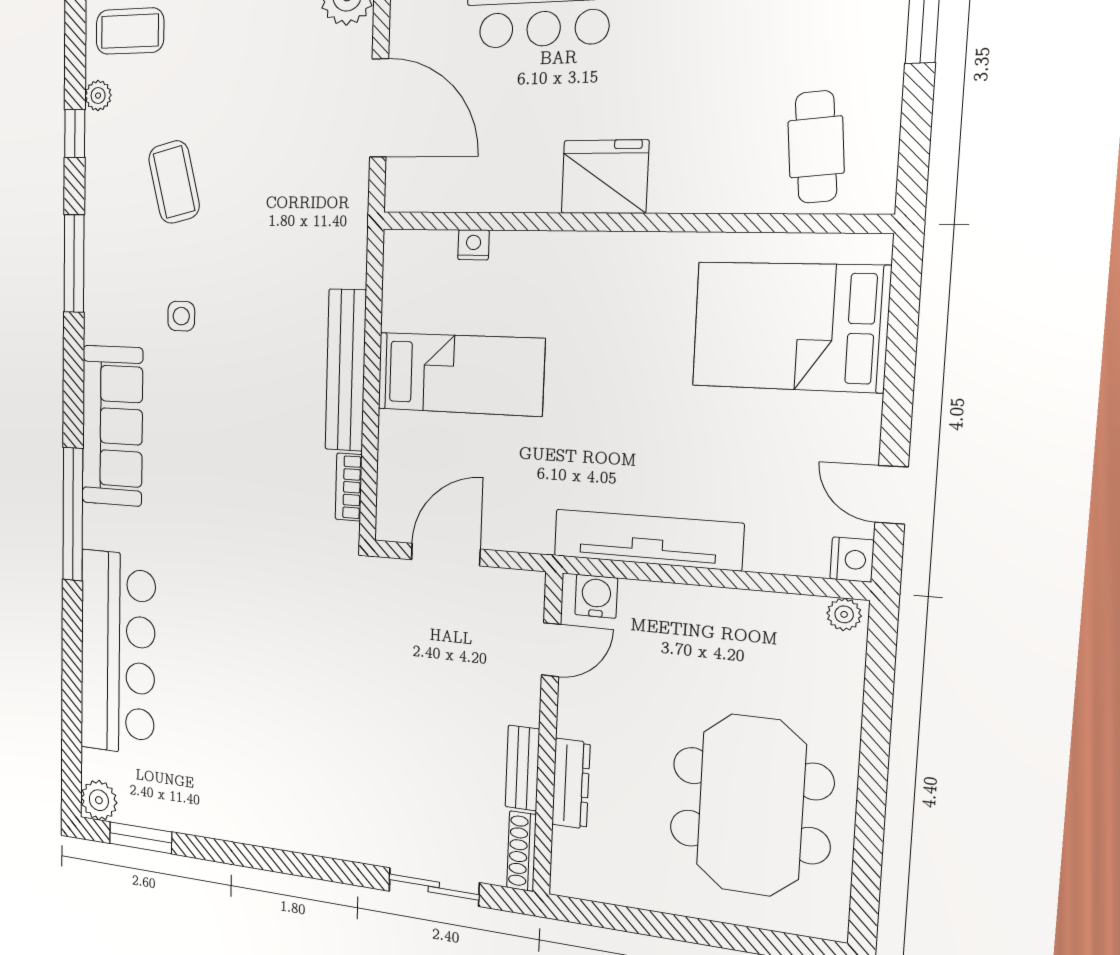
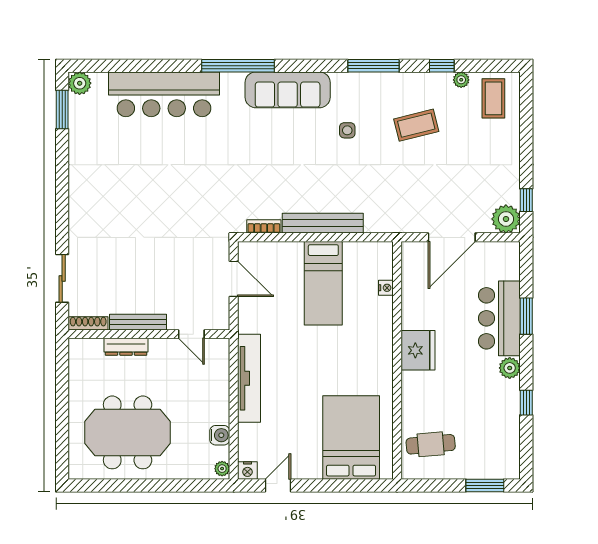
water cooler: (596, 596) -> (220, 435), moved
bench: (522, 768) -> (138, 322), width x1.36

